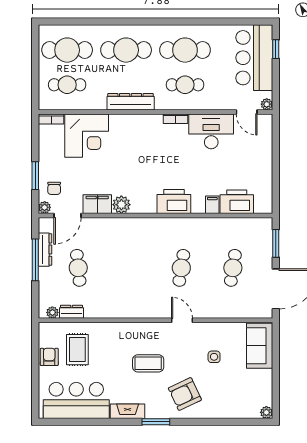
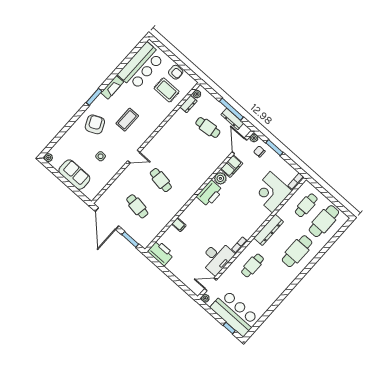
cafe table: (185, 50) -> (270, 281), removed
printer: (174, 201) -> (210, 194), moved
printer: (237, 202) -> (161, 253), moved, turned -90
sofa: (260, 346) -> (74, 175), moved

